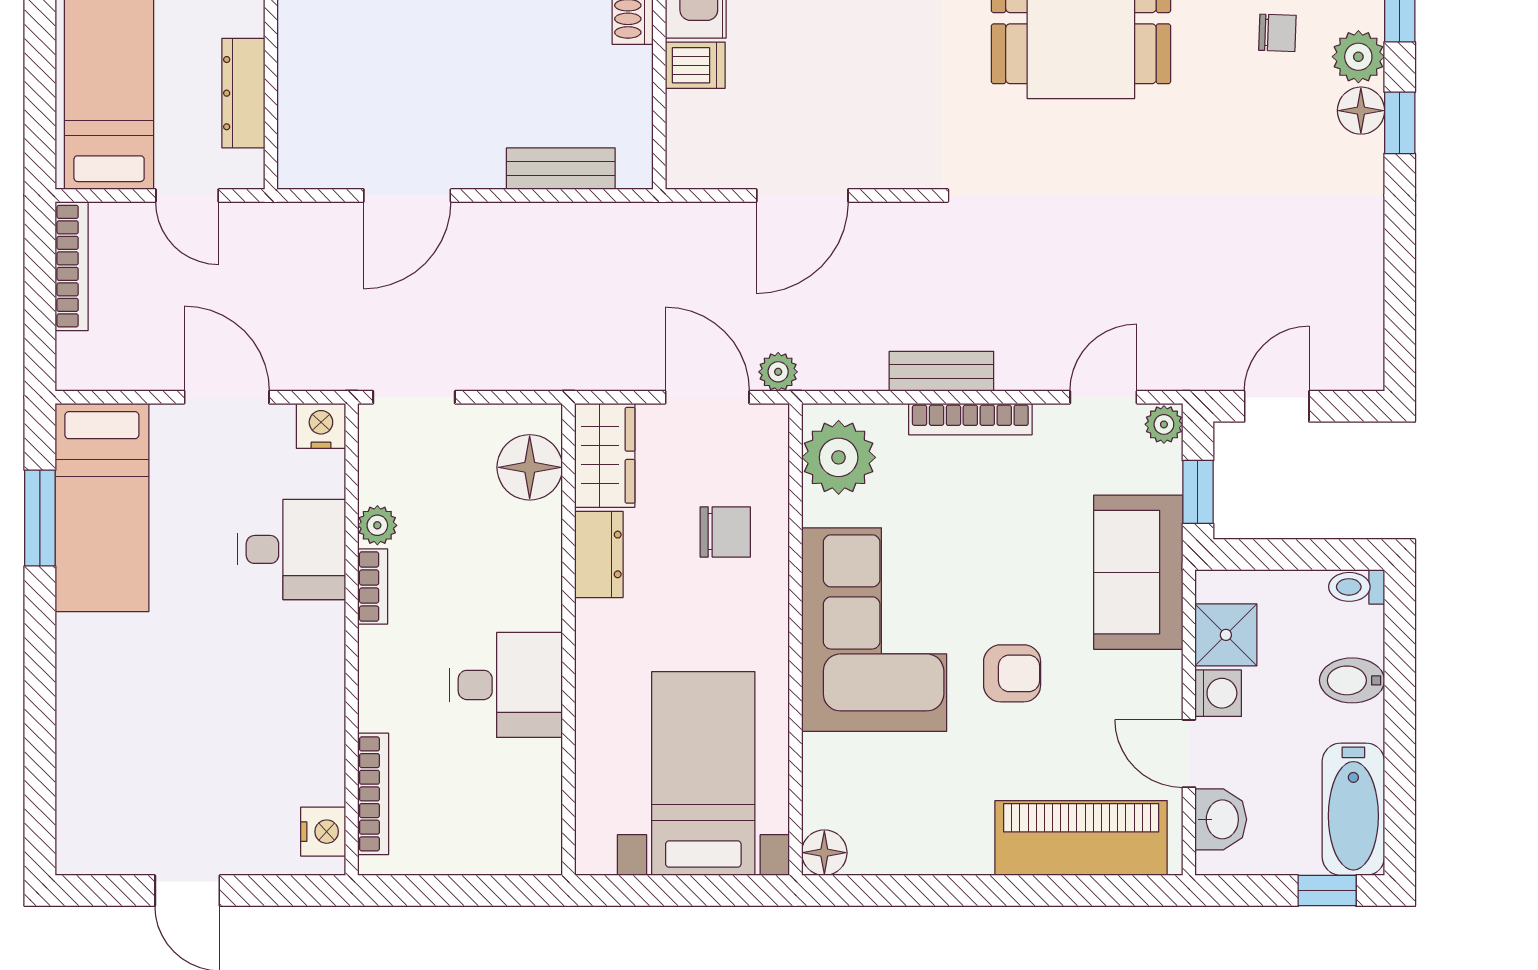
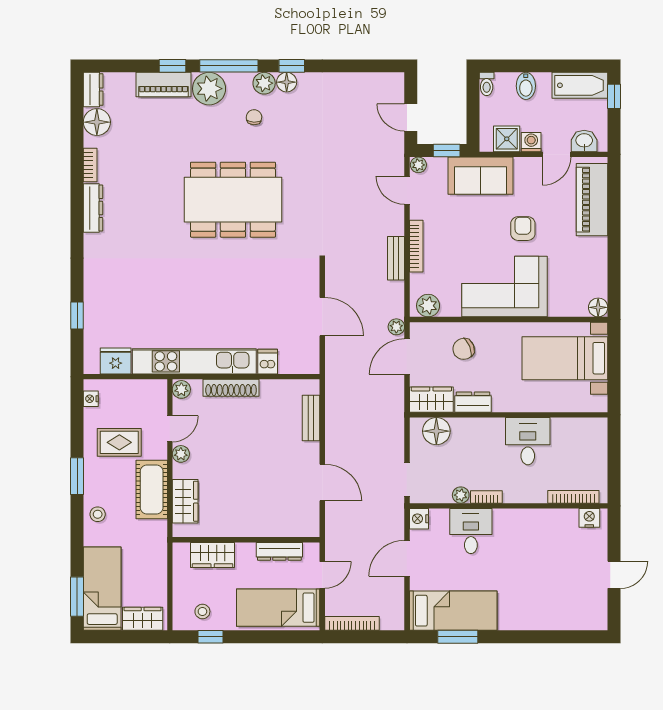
plant: (839, 457) -> (428, 306), width x0.73, depth x0.73
chair: (725, 532) -> (464, 349), turned -112

